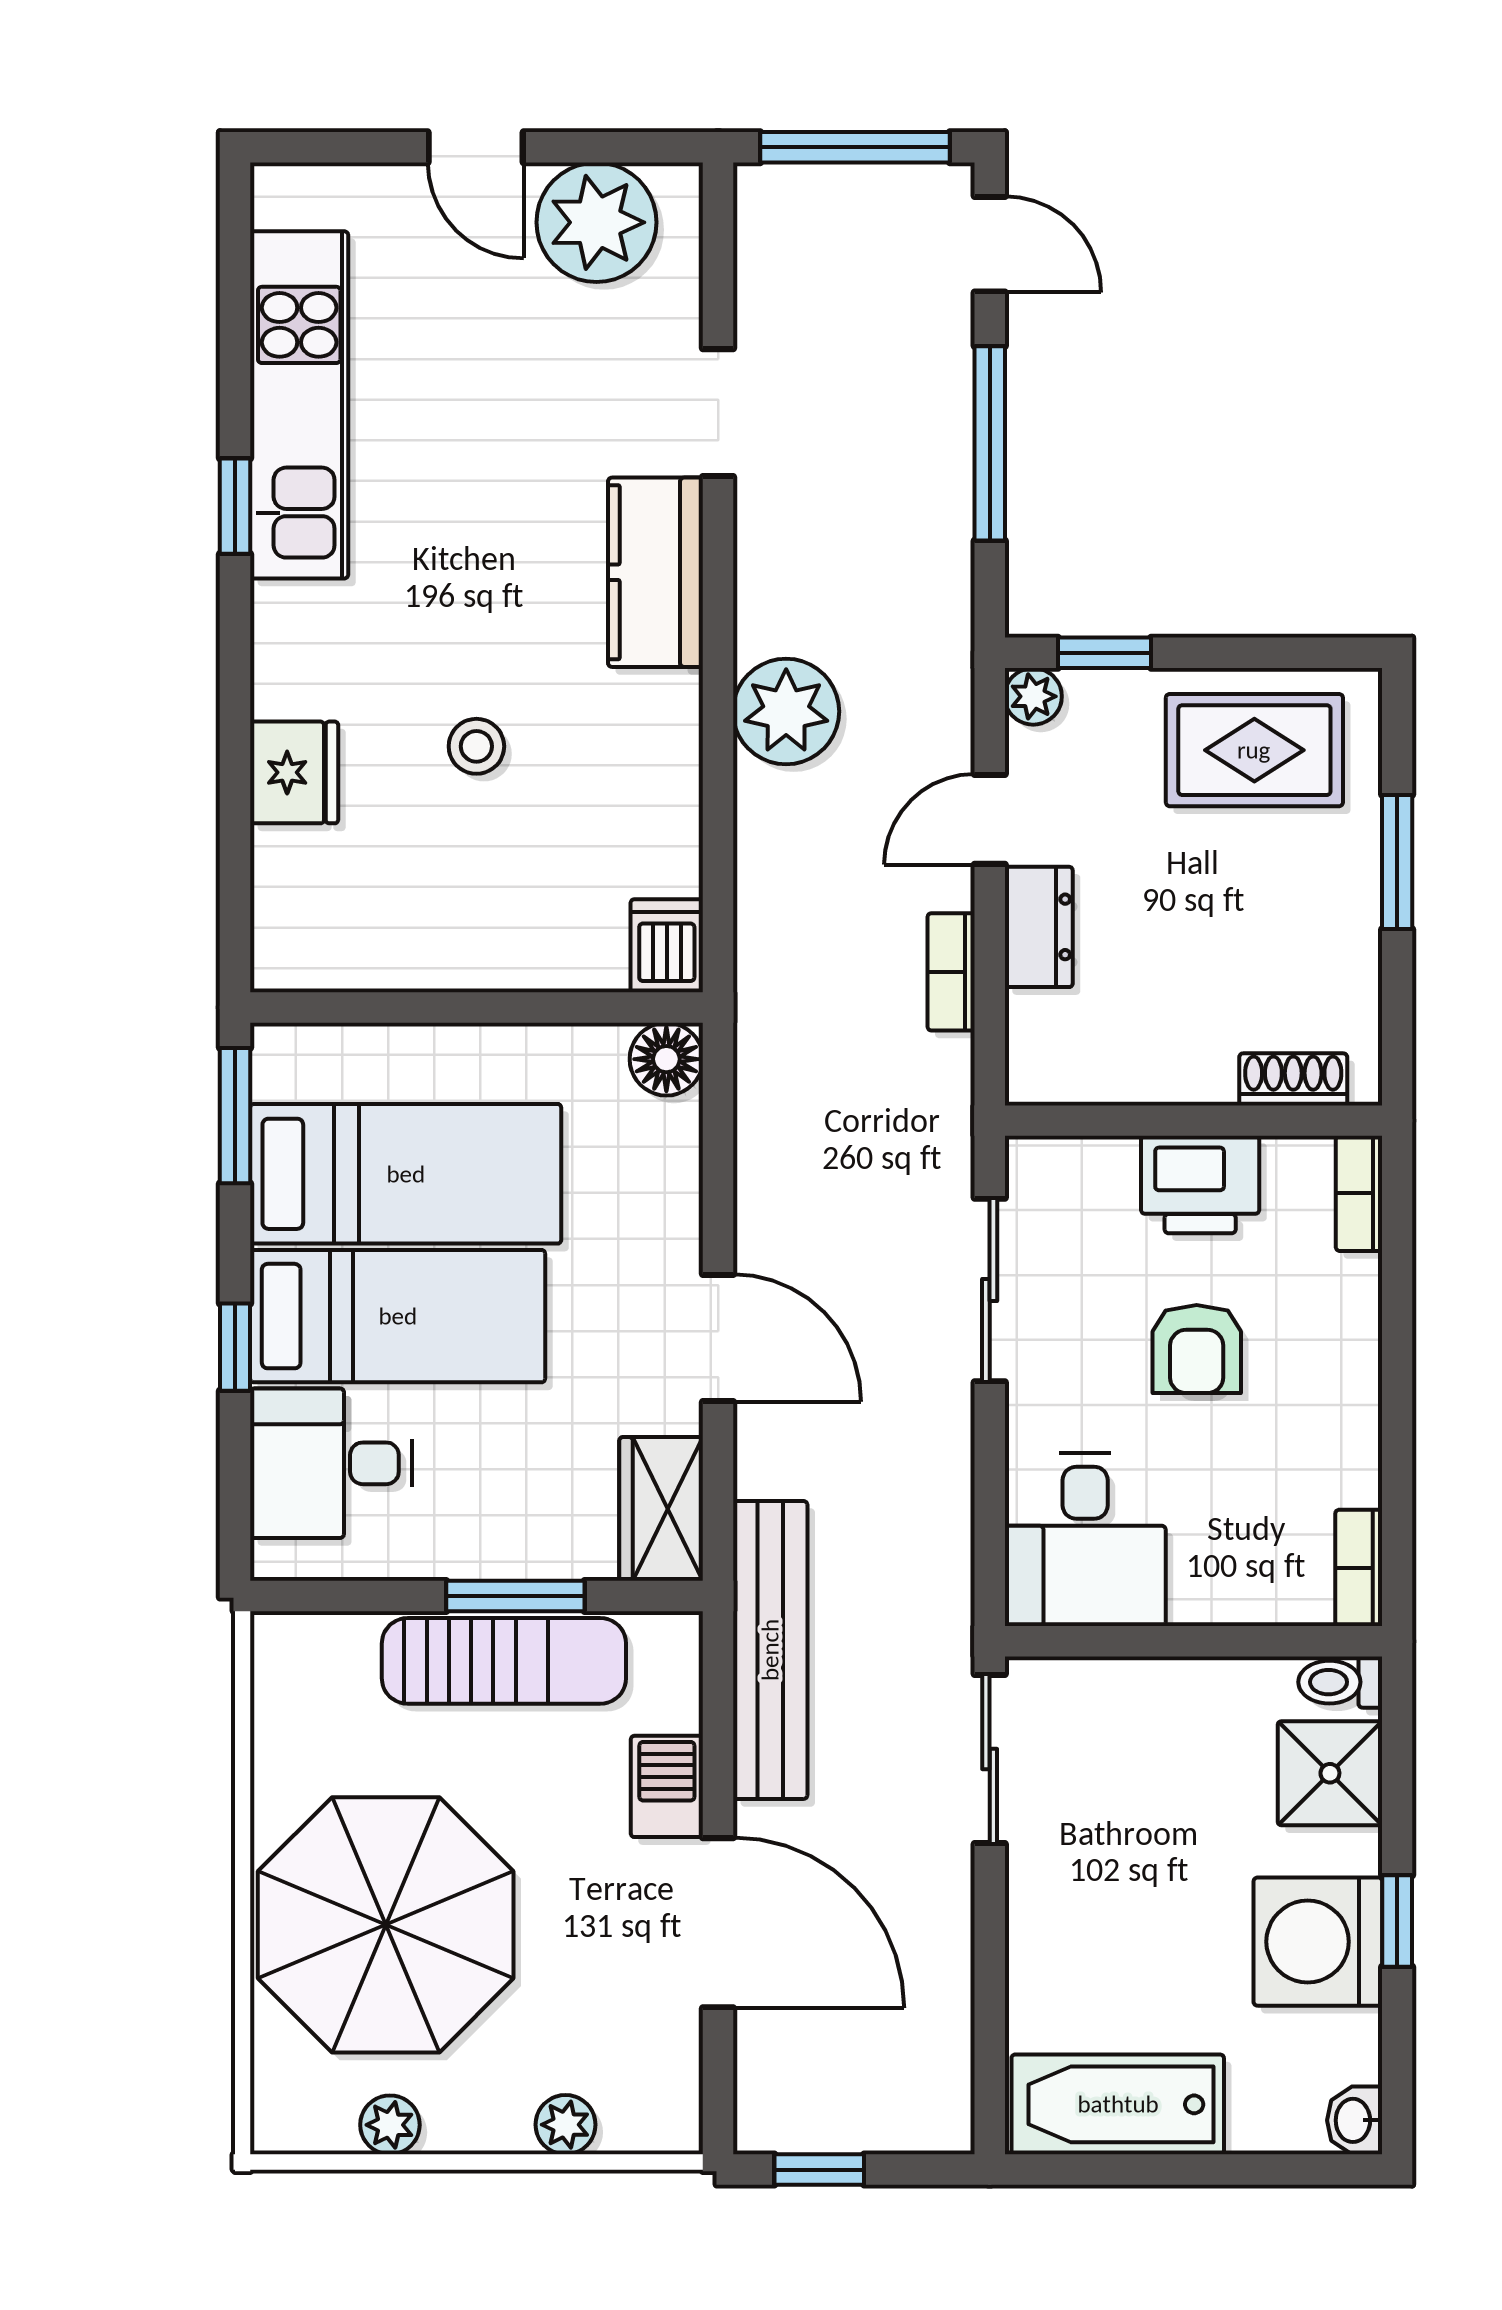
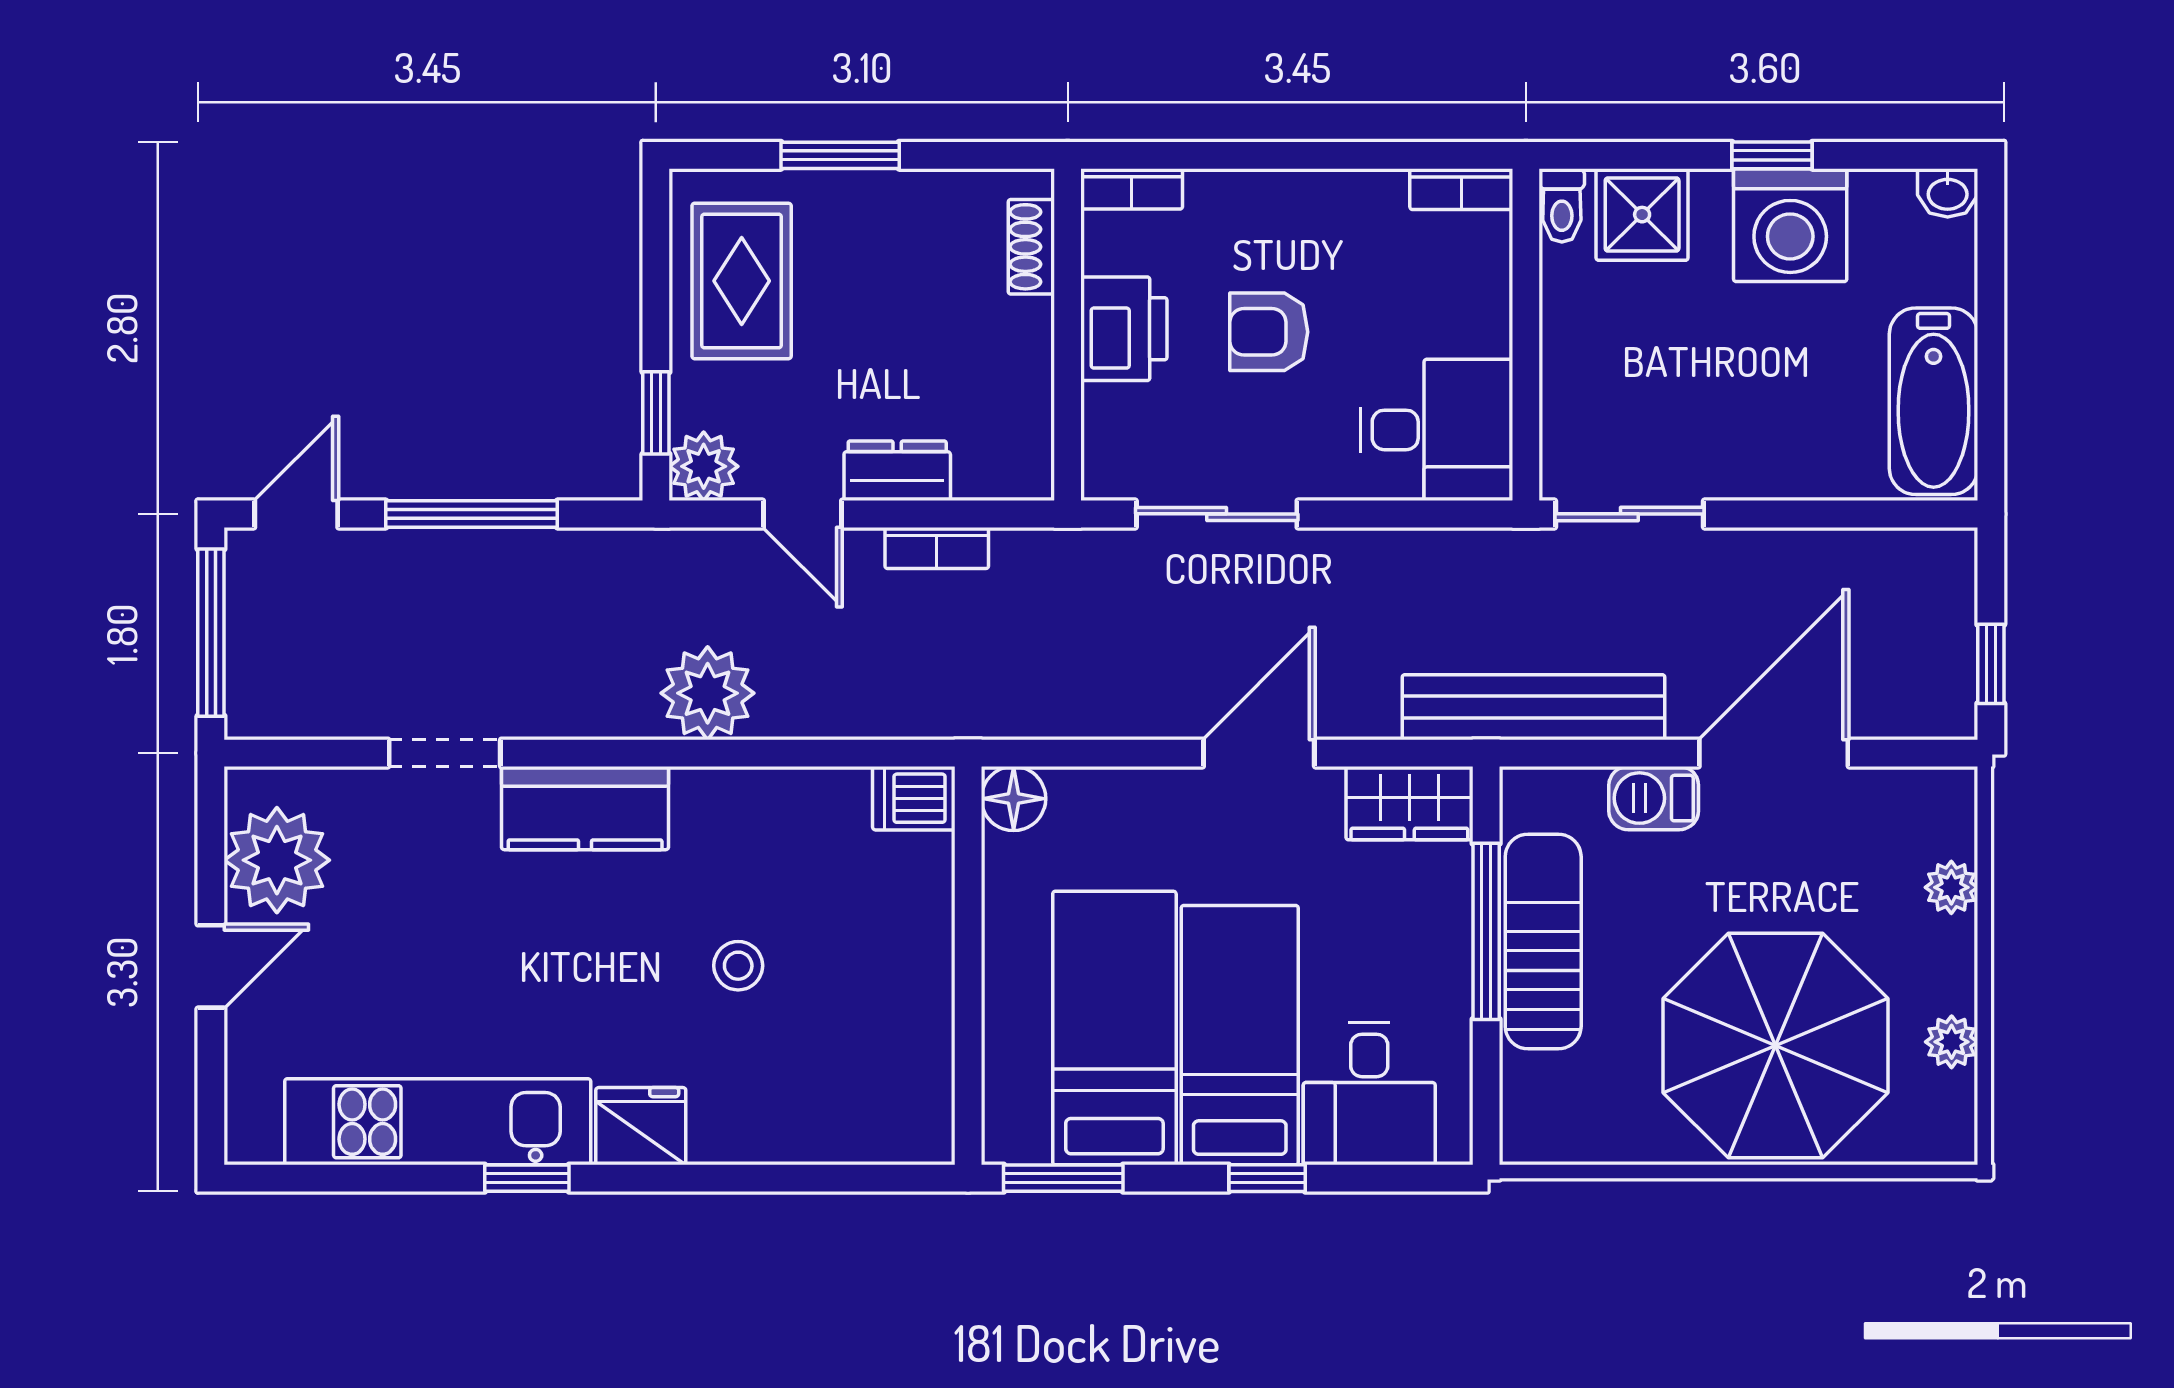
plant: (1033, 696) -> (704, 466), width x1.38, depth x1.38
fridge: (294, 772) -> (641, 1126), moved
armchair: (1197, 1349) -> (1269, 332), turned 180
window: (515, 1596) -> (1486, 931), width x1.44

